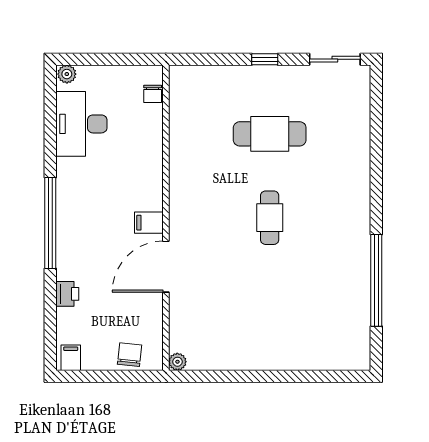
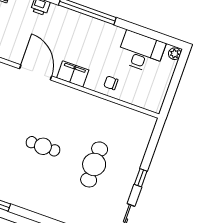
chair: (153, 94) -> (111, 83), moved
filing cabinet: (149, 223) -> (73, 74), width x2.00

